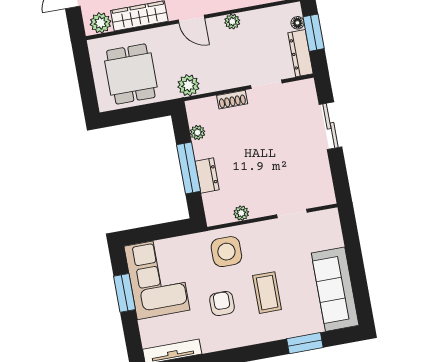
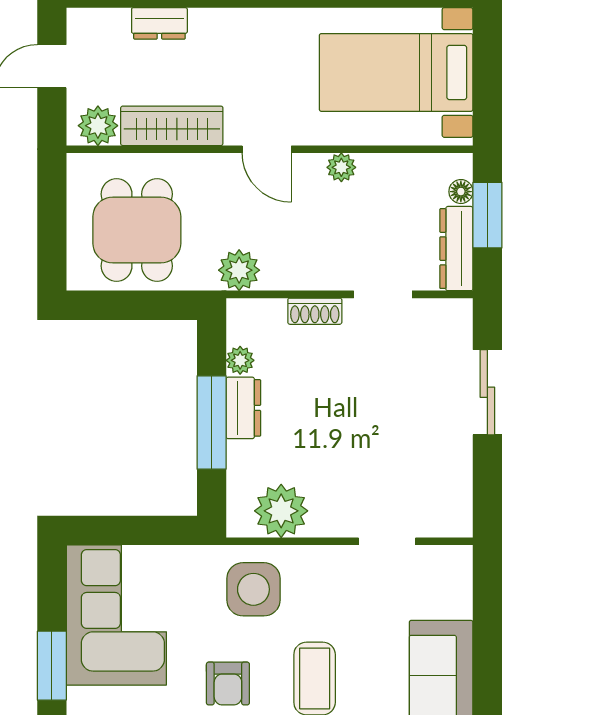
dresser: (207, 175) -> (243, 408), moved
plant: (241, 213) -> (281, 511), width x1.87, depth x1.87
window: (125, 293) -> (52, 666), moved
armchair: (222, 303) -> (228, 683), turned 180

